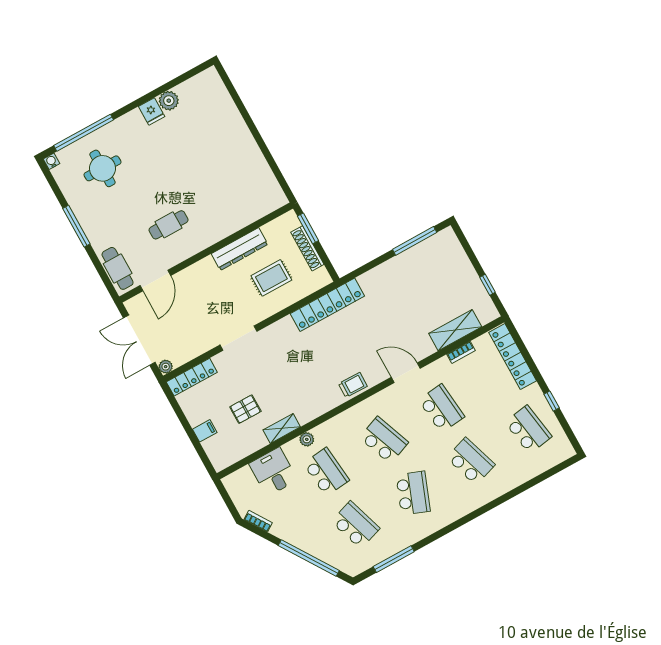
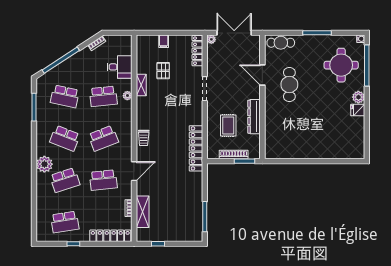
plant: (169, 101) -> (358, 97), moved
round table: (102, 168) -> (341, 65), width x1.36, depth x1.36
cafe table: (169, 225) -> (289, 84), width x1.37, depth x1.35
door: (155, 281) -> (262, 75), moved
plant: (464, 501) -> (44, 164), added
school desk: (355, 525) -> (65, 96), turned 30

